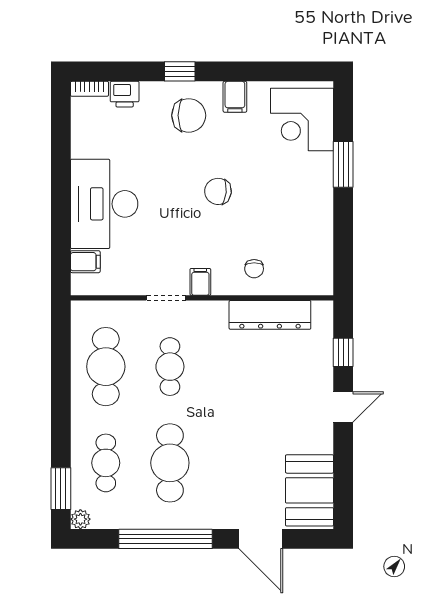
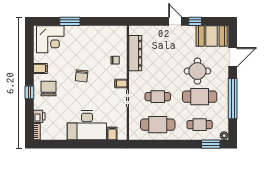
window: (343, 352) -> (195, 21), moved
round table: (229, 458) -> (197, 71), added

